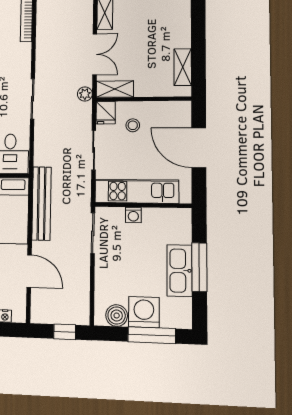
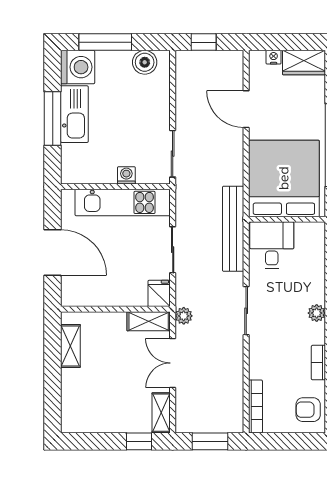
stool: (133, 125) -> (128, 279), removed
bench: (41, 203) -> (233, 229), moved
washing machine: (144, 312) -> (78, 67), moved, turned -90

